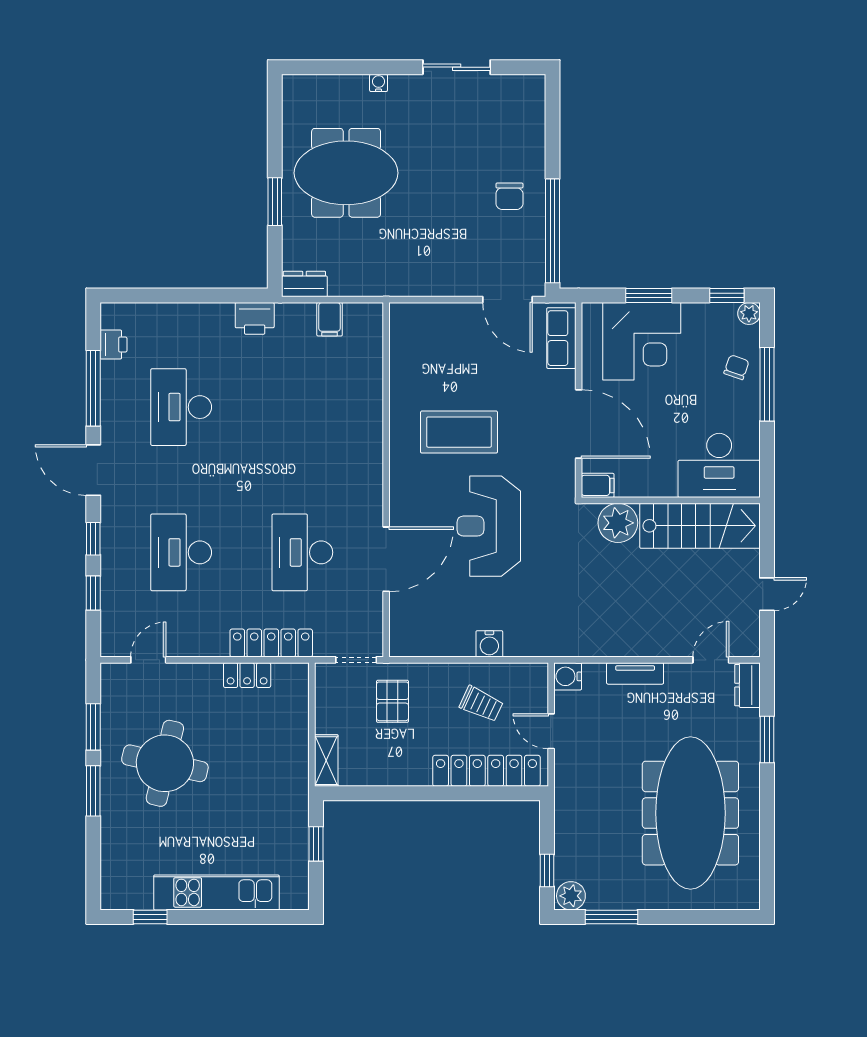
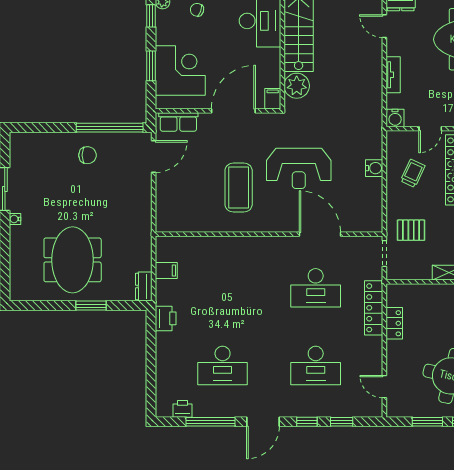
water cooler: (379, 83) -> (15, 219), moved

